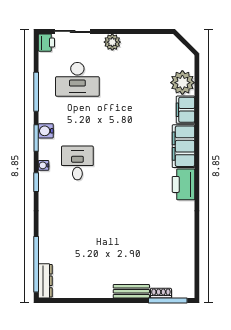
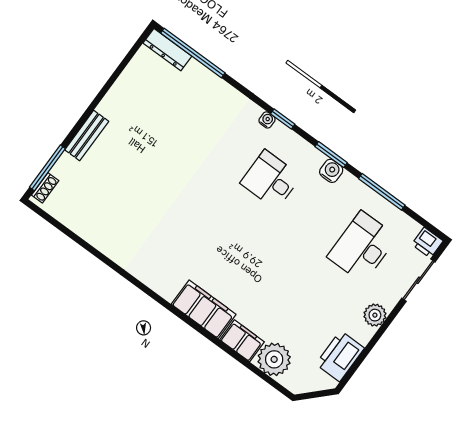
desk: (77, 163) -> (271, 180), turned 180
water cooler: (44, 165) -> (267, 120), moved
printer: (183, 184) -> (340, 356), moved, turned -90
shoe rack: (161, 293) -> (45, 188), moved

